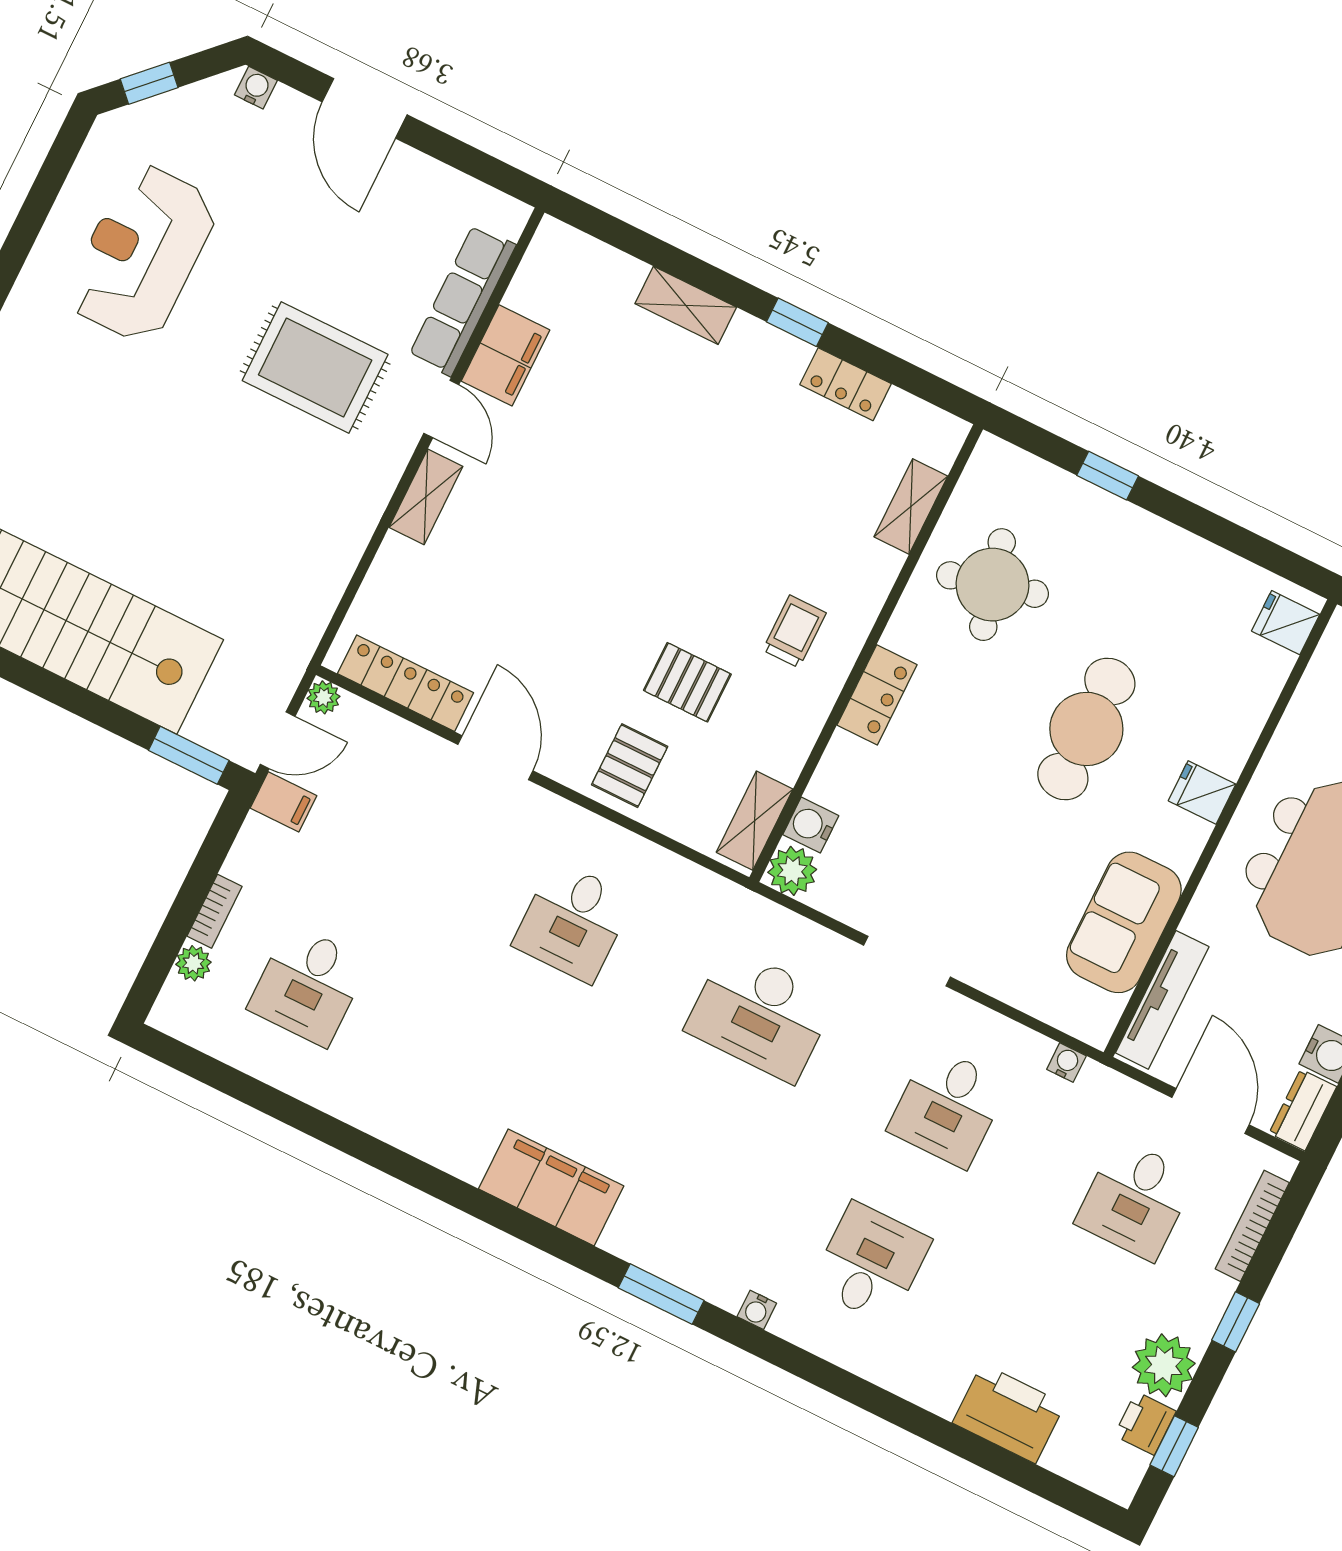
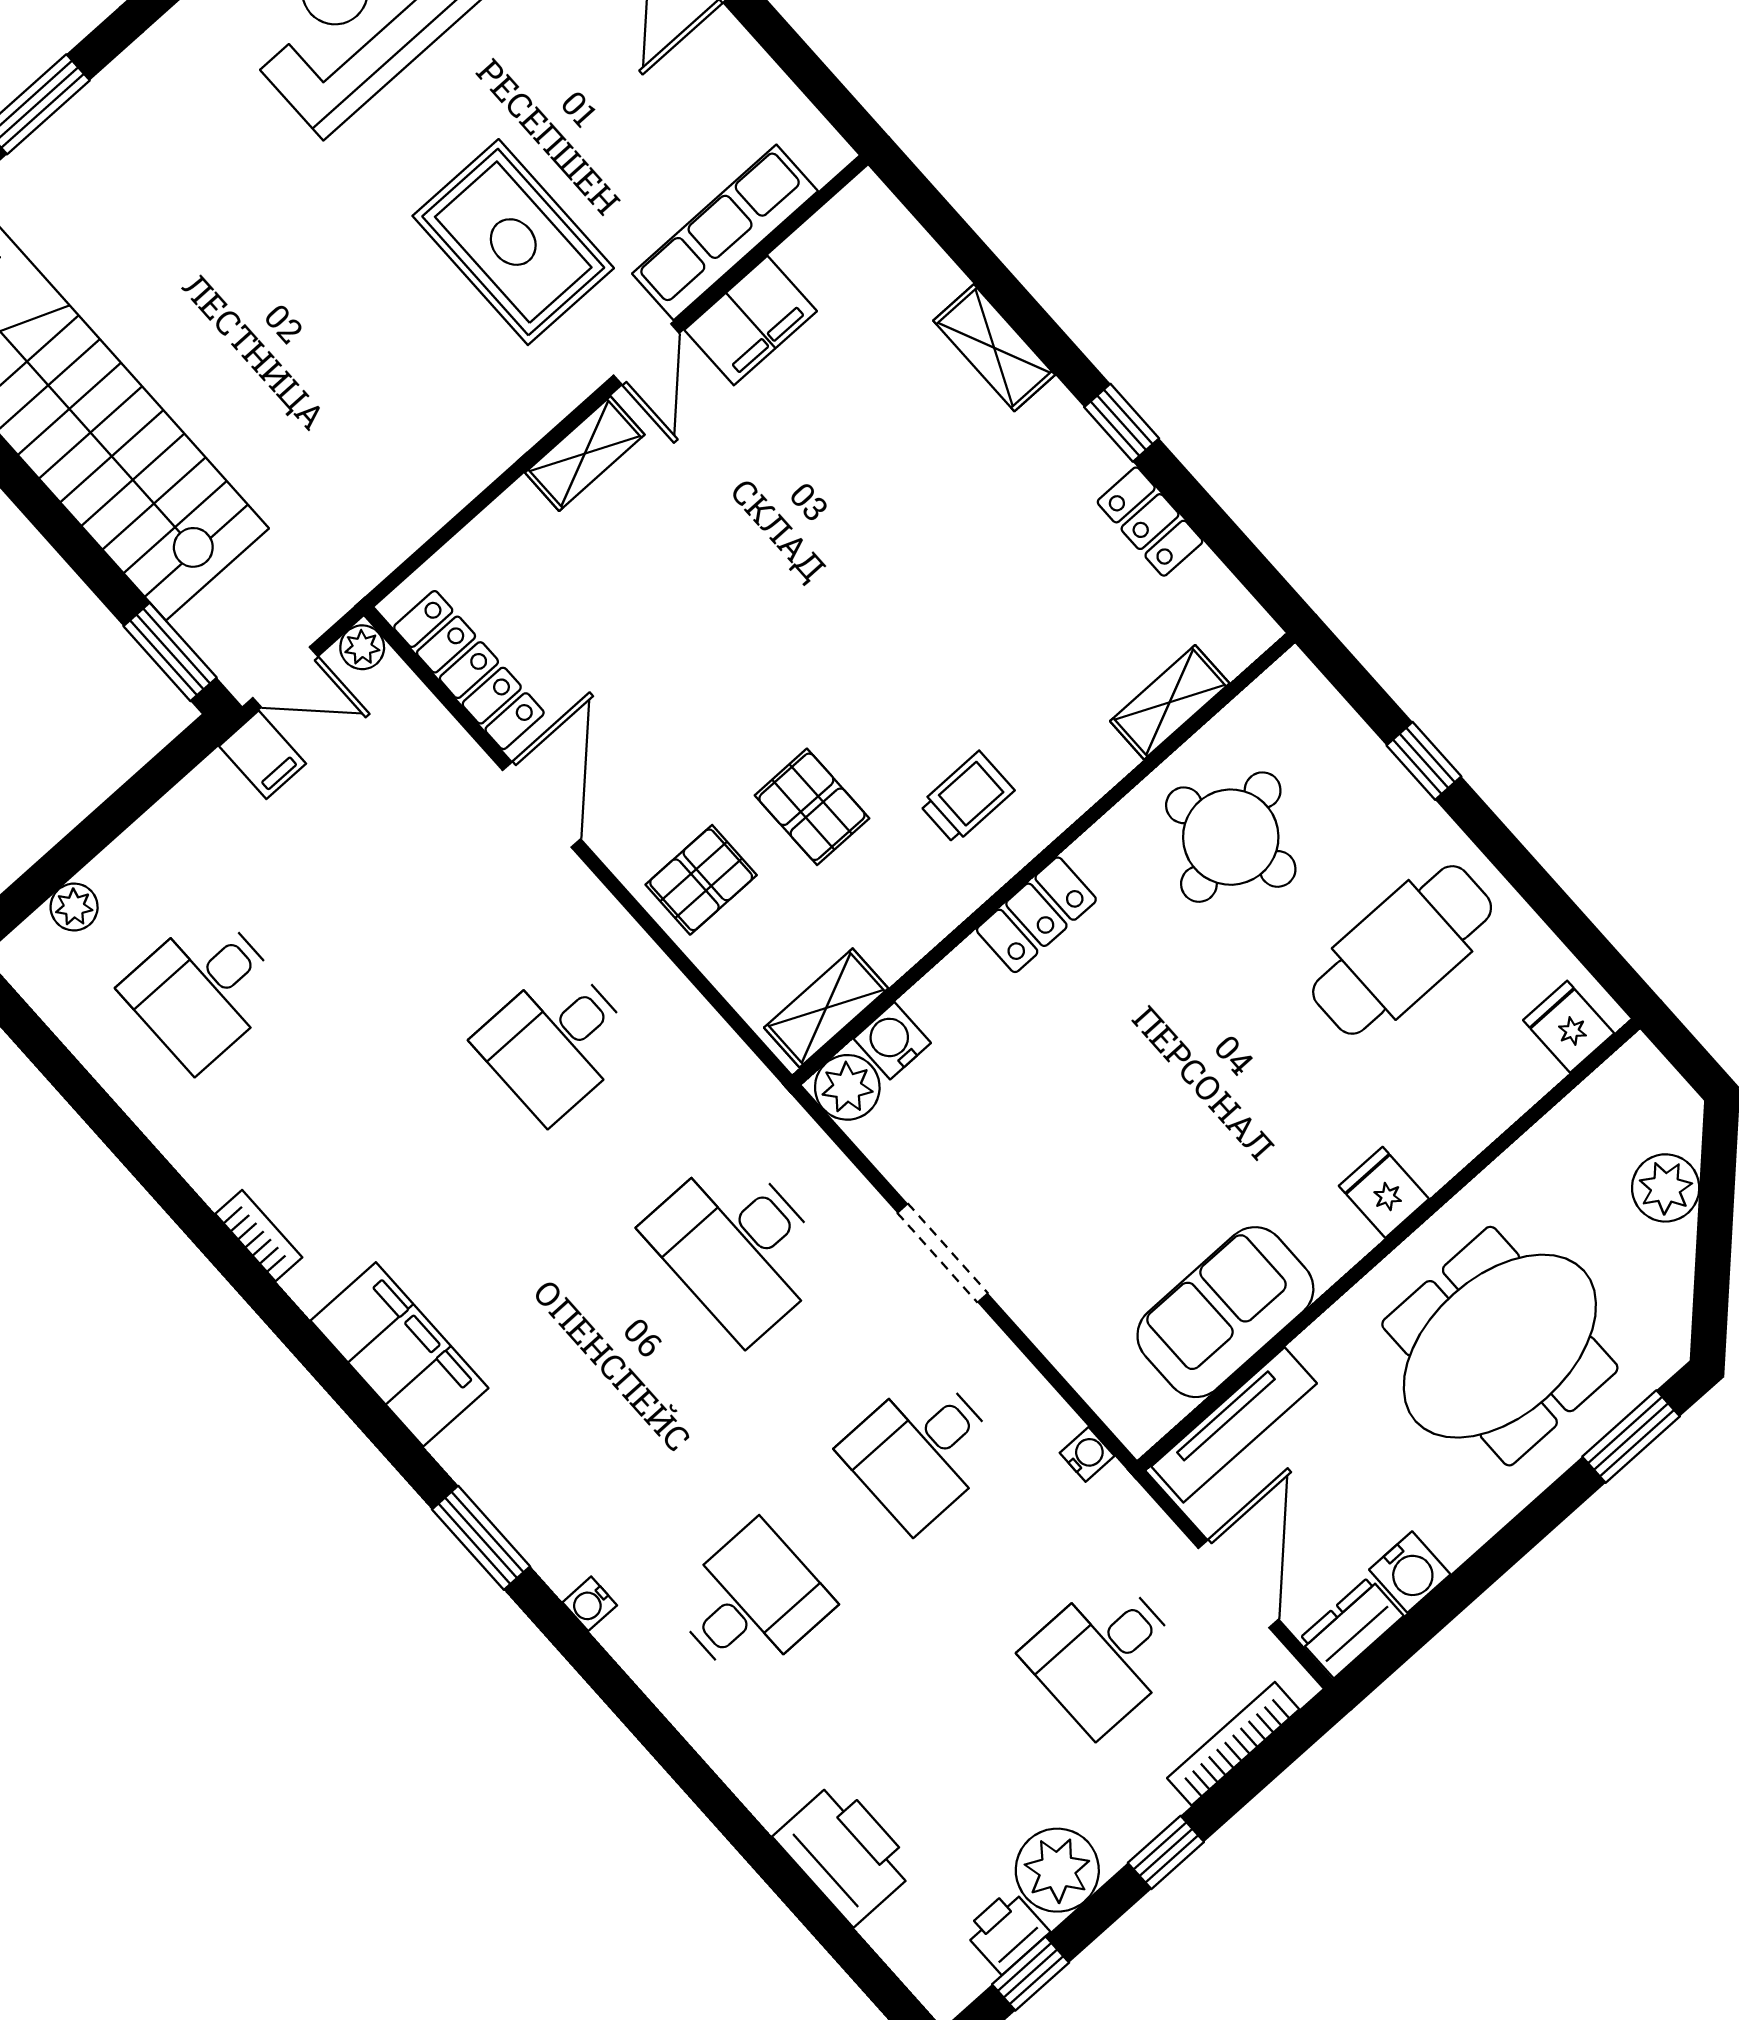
cafe table: (1086, 729) -> (1402, 950), moved
bookcase: (215, 911) -> (259, 1236), moved, turned -90

